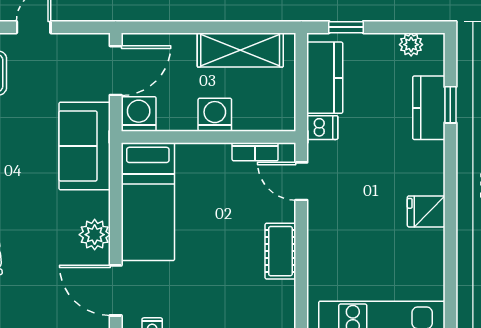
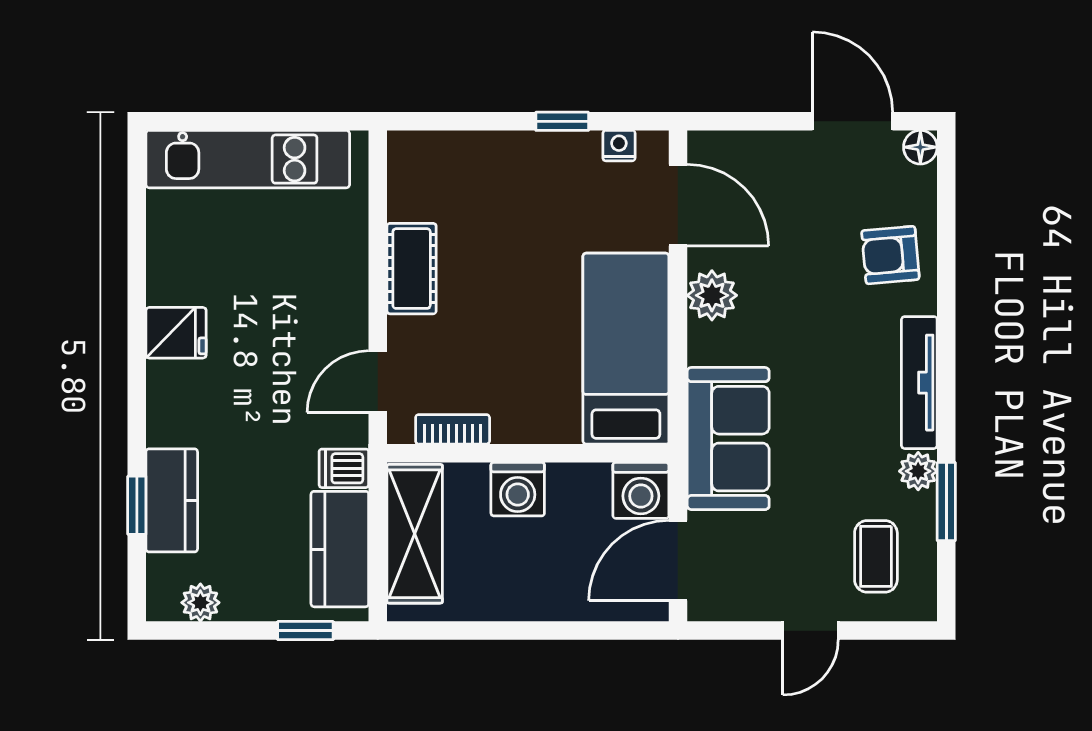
shelving: (240, 50) -> (415, 534), moved, turned 90
door: (301, 181) -> (378, 382), swing flipped

